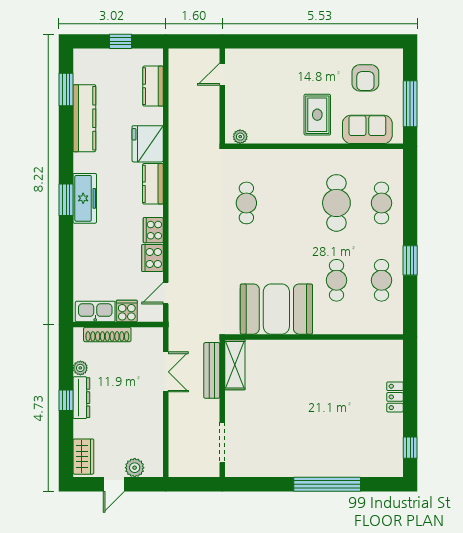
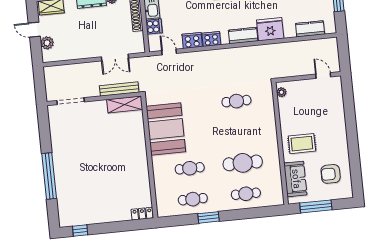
locker: (395, 397) -> (142, 214), moved

